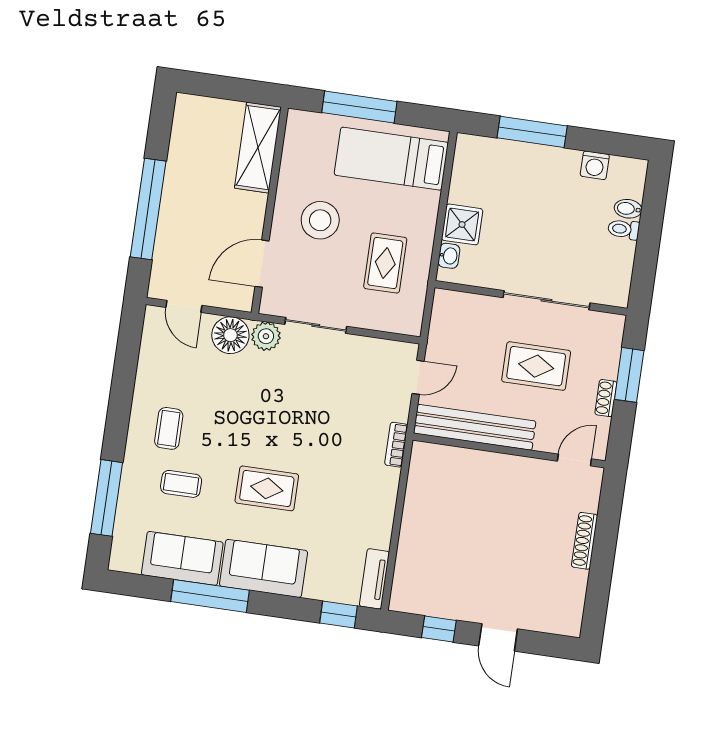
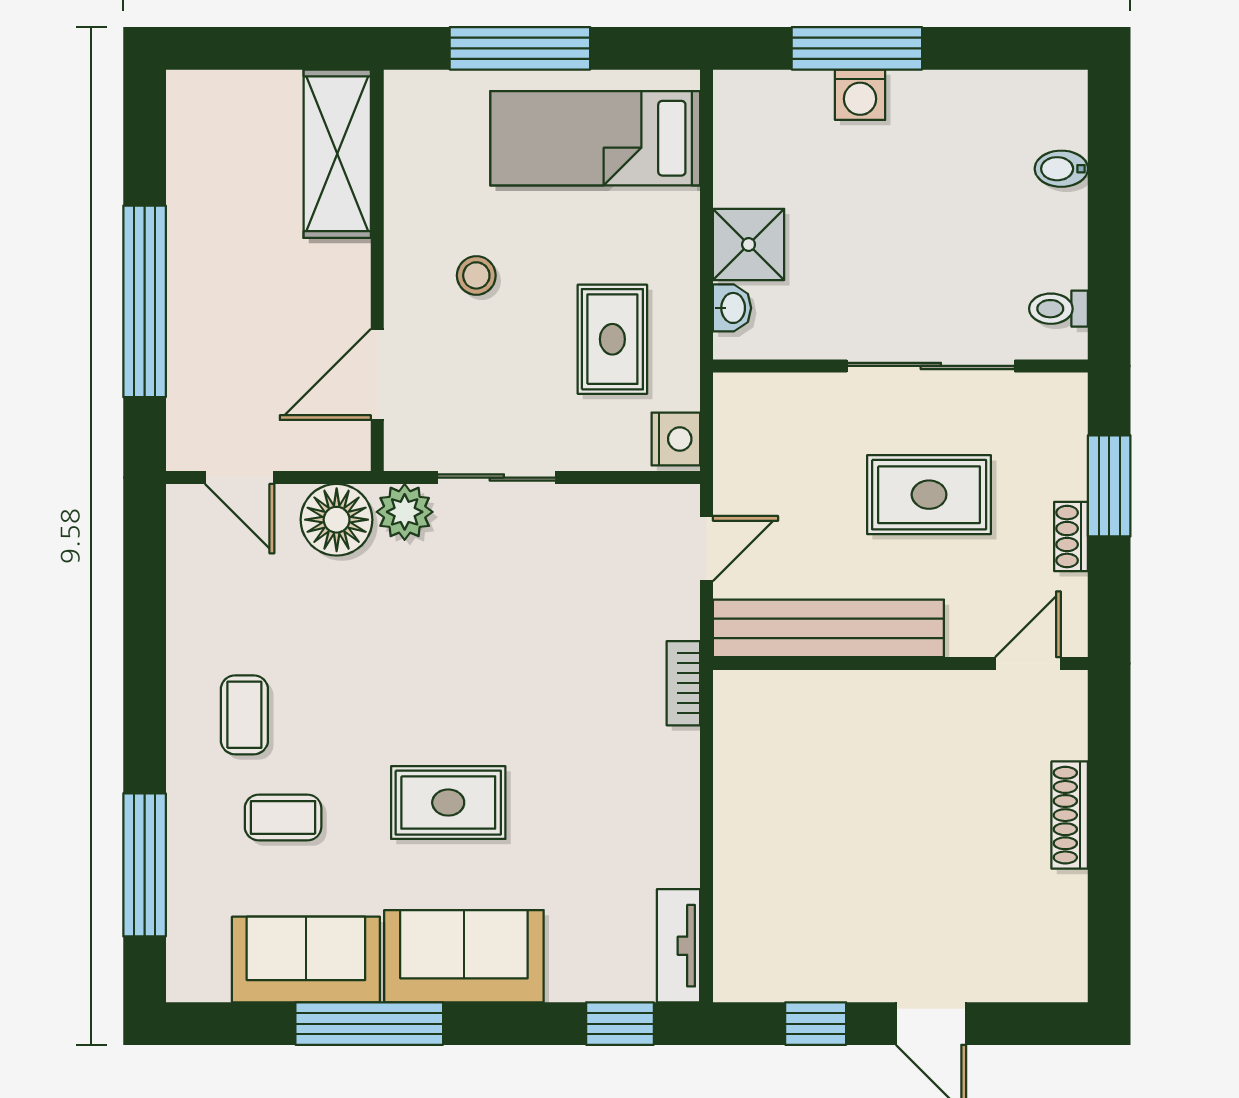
washing machine: (595, 165) -> (860, 95), moved
stool: (320, 220) -> (476, 275), width x0.53, depth x0.53
toilet: (624, 229) -> (1059, 309), moved
nightstand: (410, 319) -> (676, 439), added

